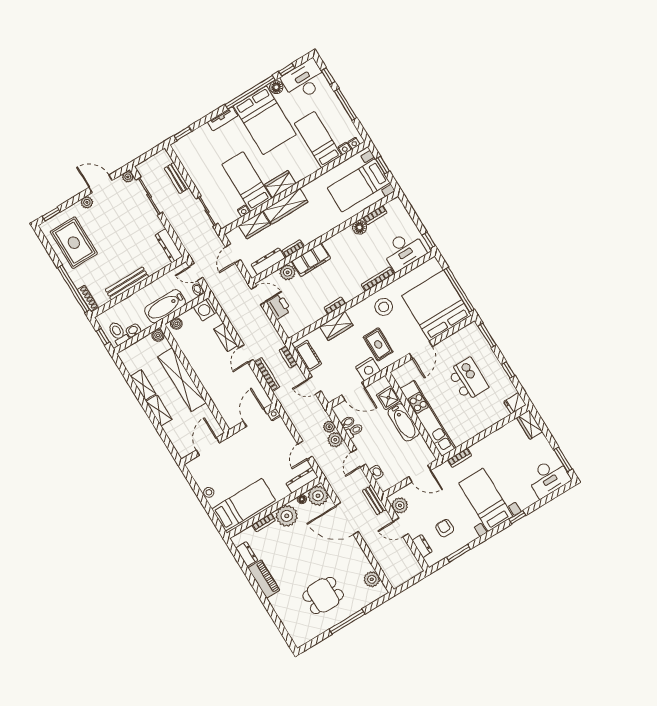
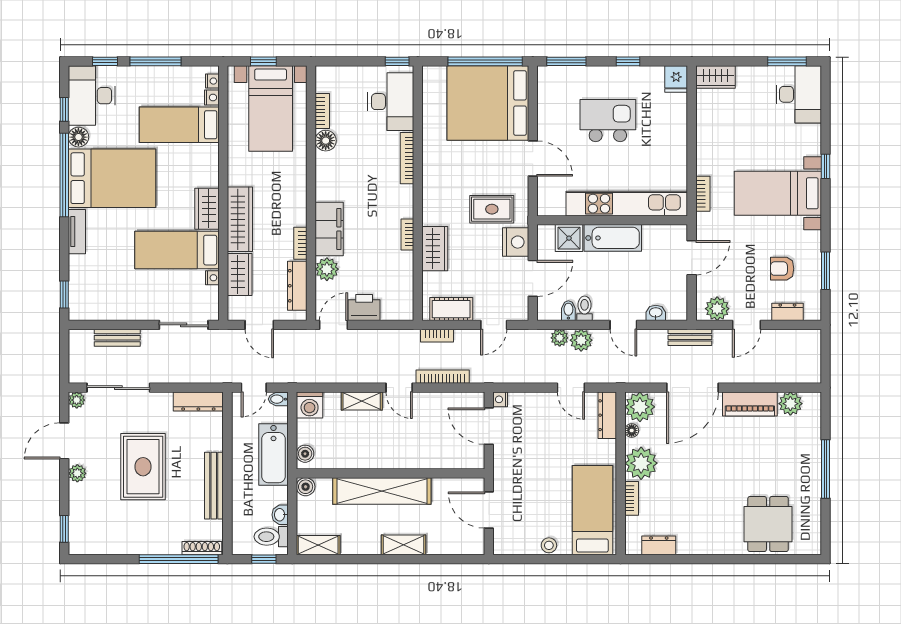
rug: (74, 243) -> (143, 467), moved, turned 90
stool: (384, 307) -> (448, 172), removed
shelving: (143, 385) -> (318, 545), moved
piano: (264, 579) -> (750, 404), moved, turned 180
dining table: (323, 595) -> (768, 524), moved

